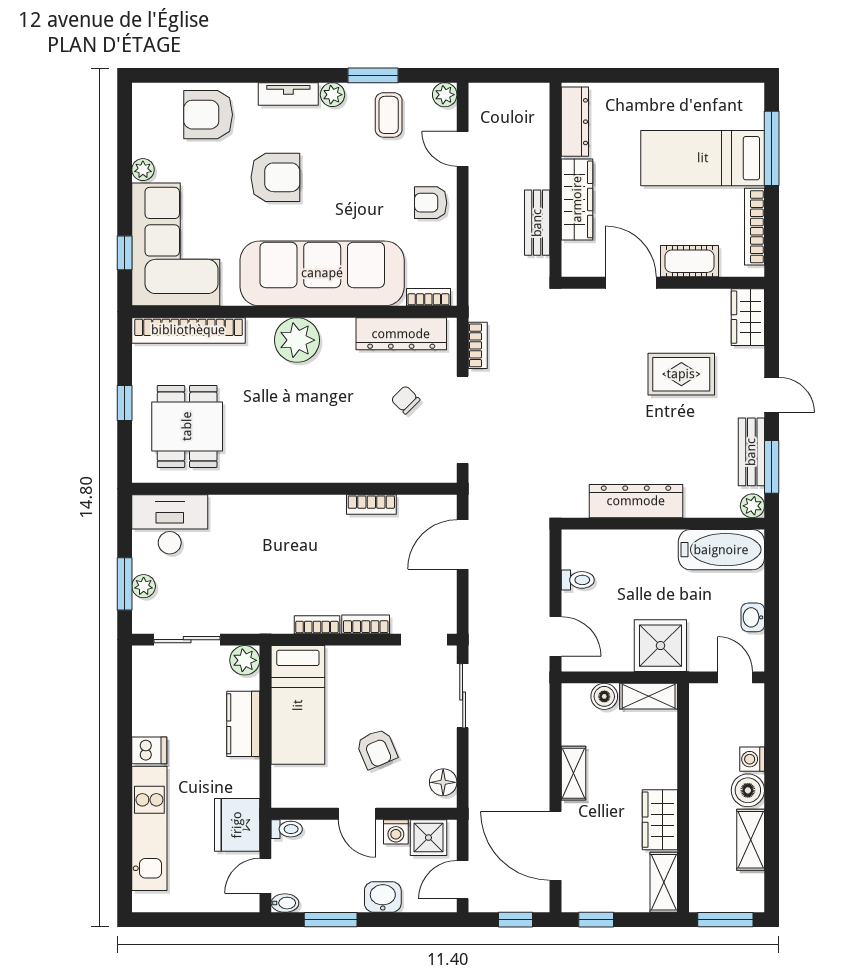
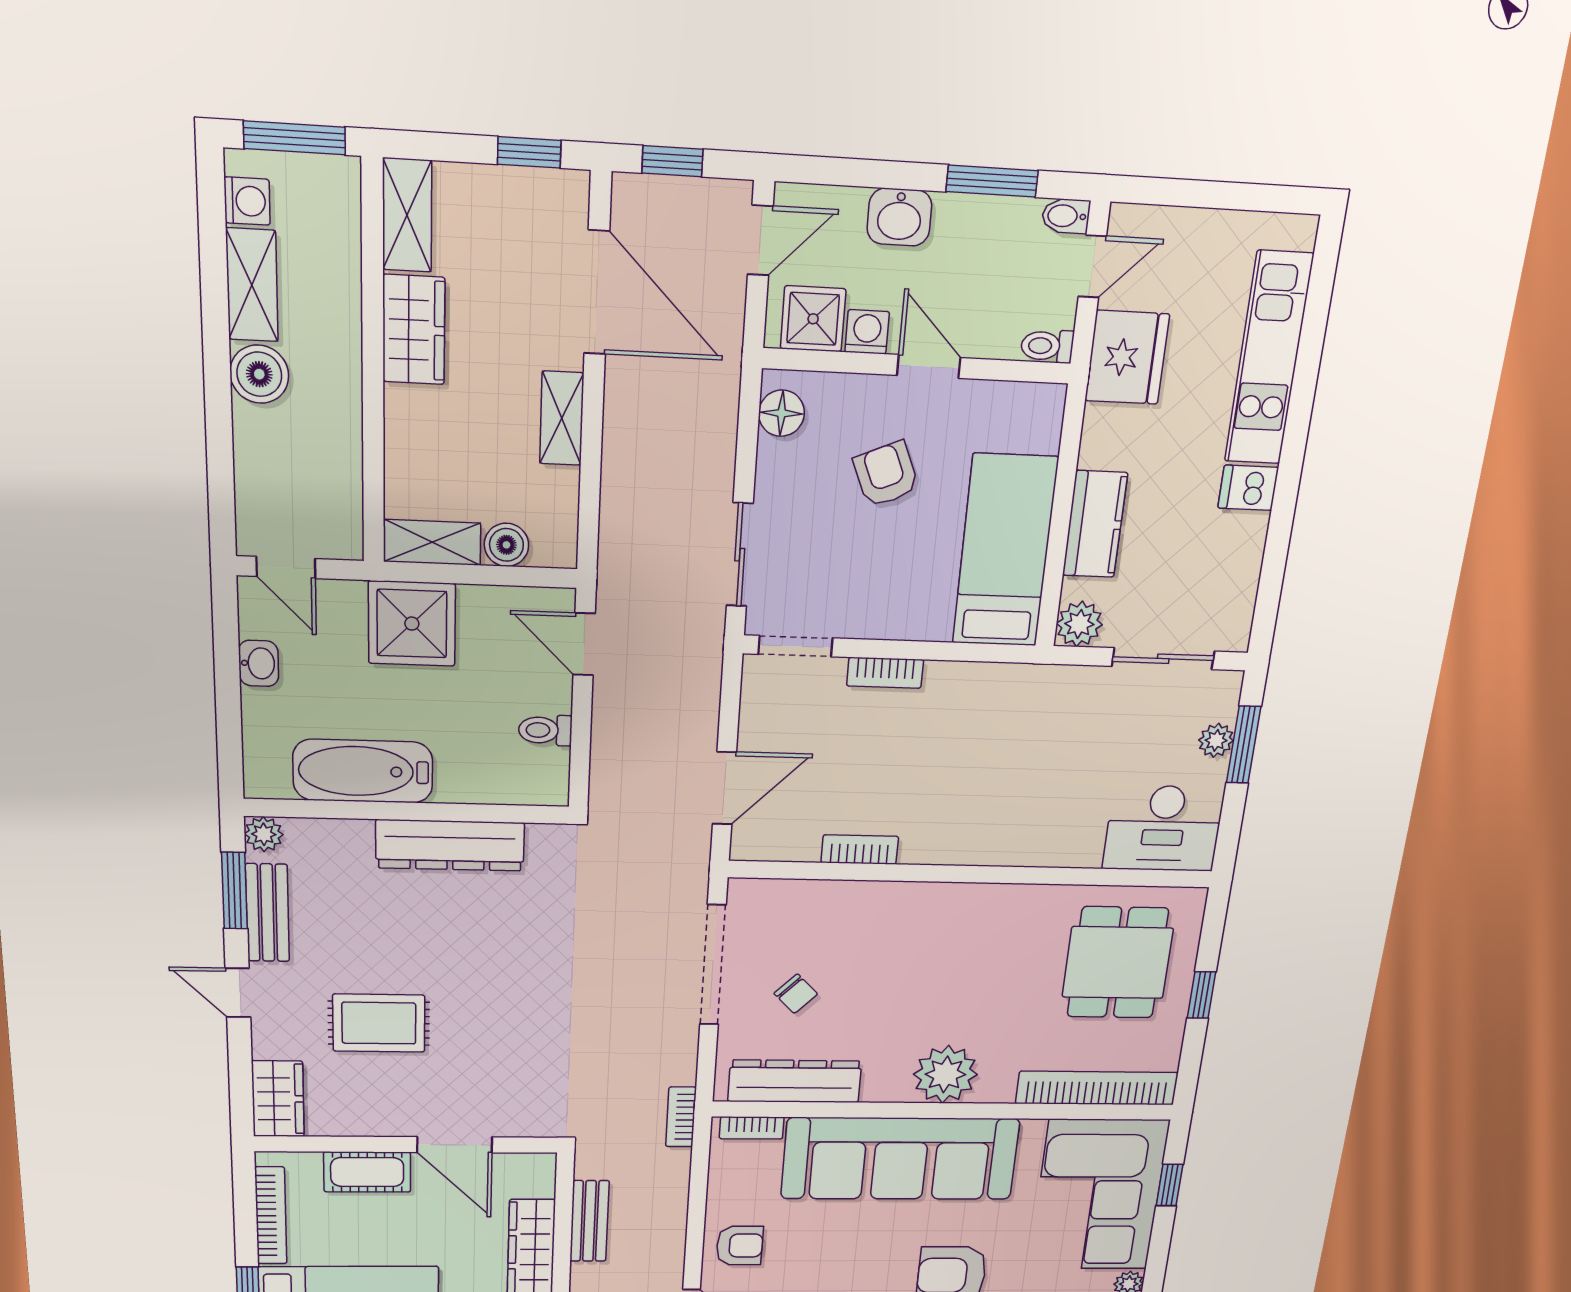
bookcase: (478, 345) -> (681, 1117), moved
bathtub: (721, 550) -> (363, 771), moved
bookcase: (317, 625) -> (961, 675), removed
washing machine: (752, 759) -> (247, 201), moved

